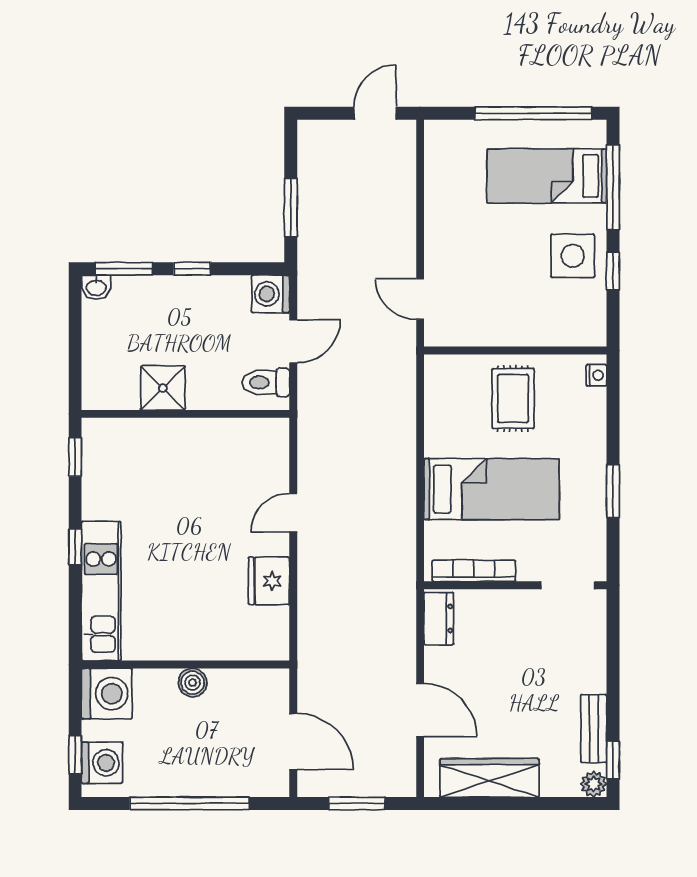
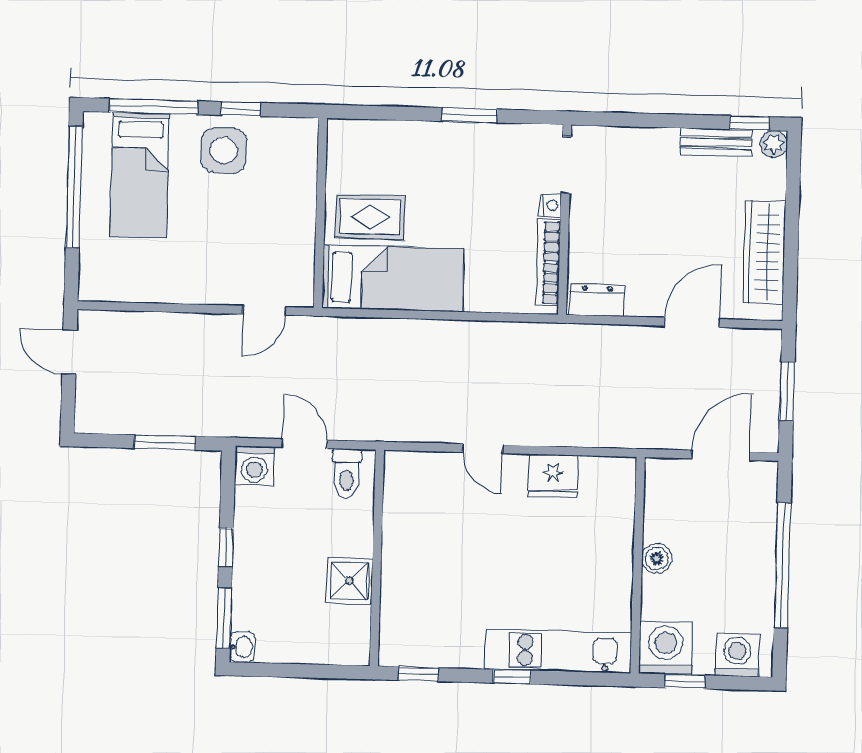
nightstand: (596, 375) -> (550, 205), moved, turned 90
bed: (492, 489) -> (393, 278), moved, turned 90
window: (75, 755) -> (685, 682), moved

